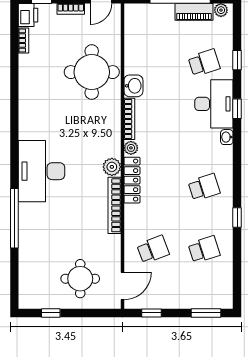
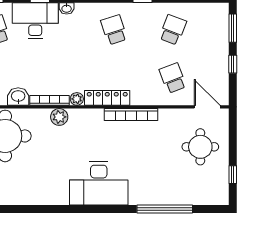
plant: (112, 167) -> (59, 117), moved
window: (14, 218) -> (165, 209), moved
school desk: (204, 250) -> (173, 30), turned 39
window: (151, 313) -> (233, 64), moved

